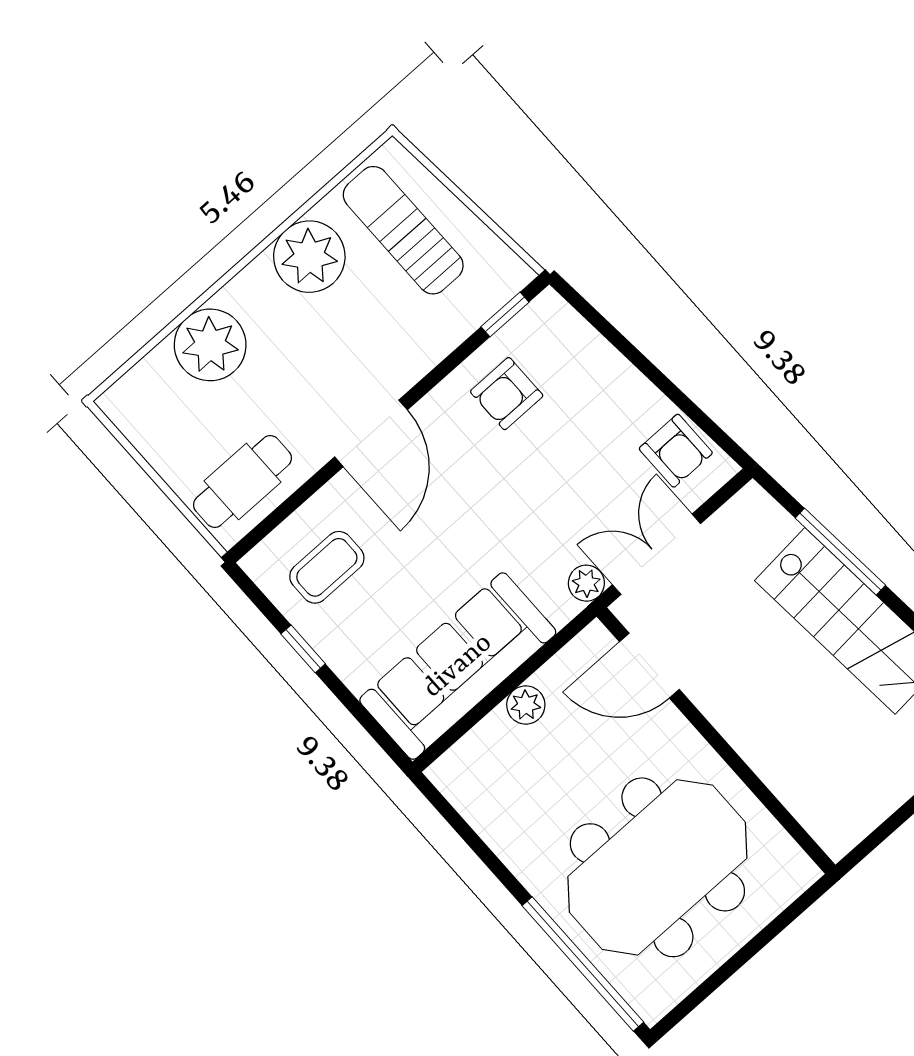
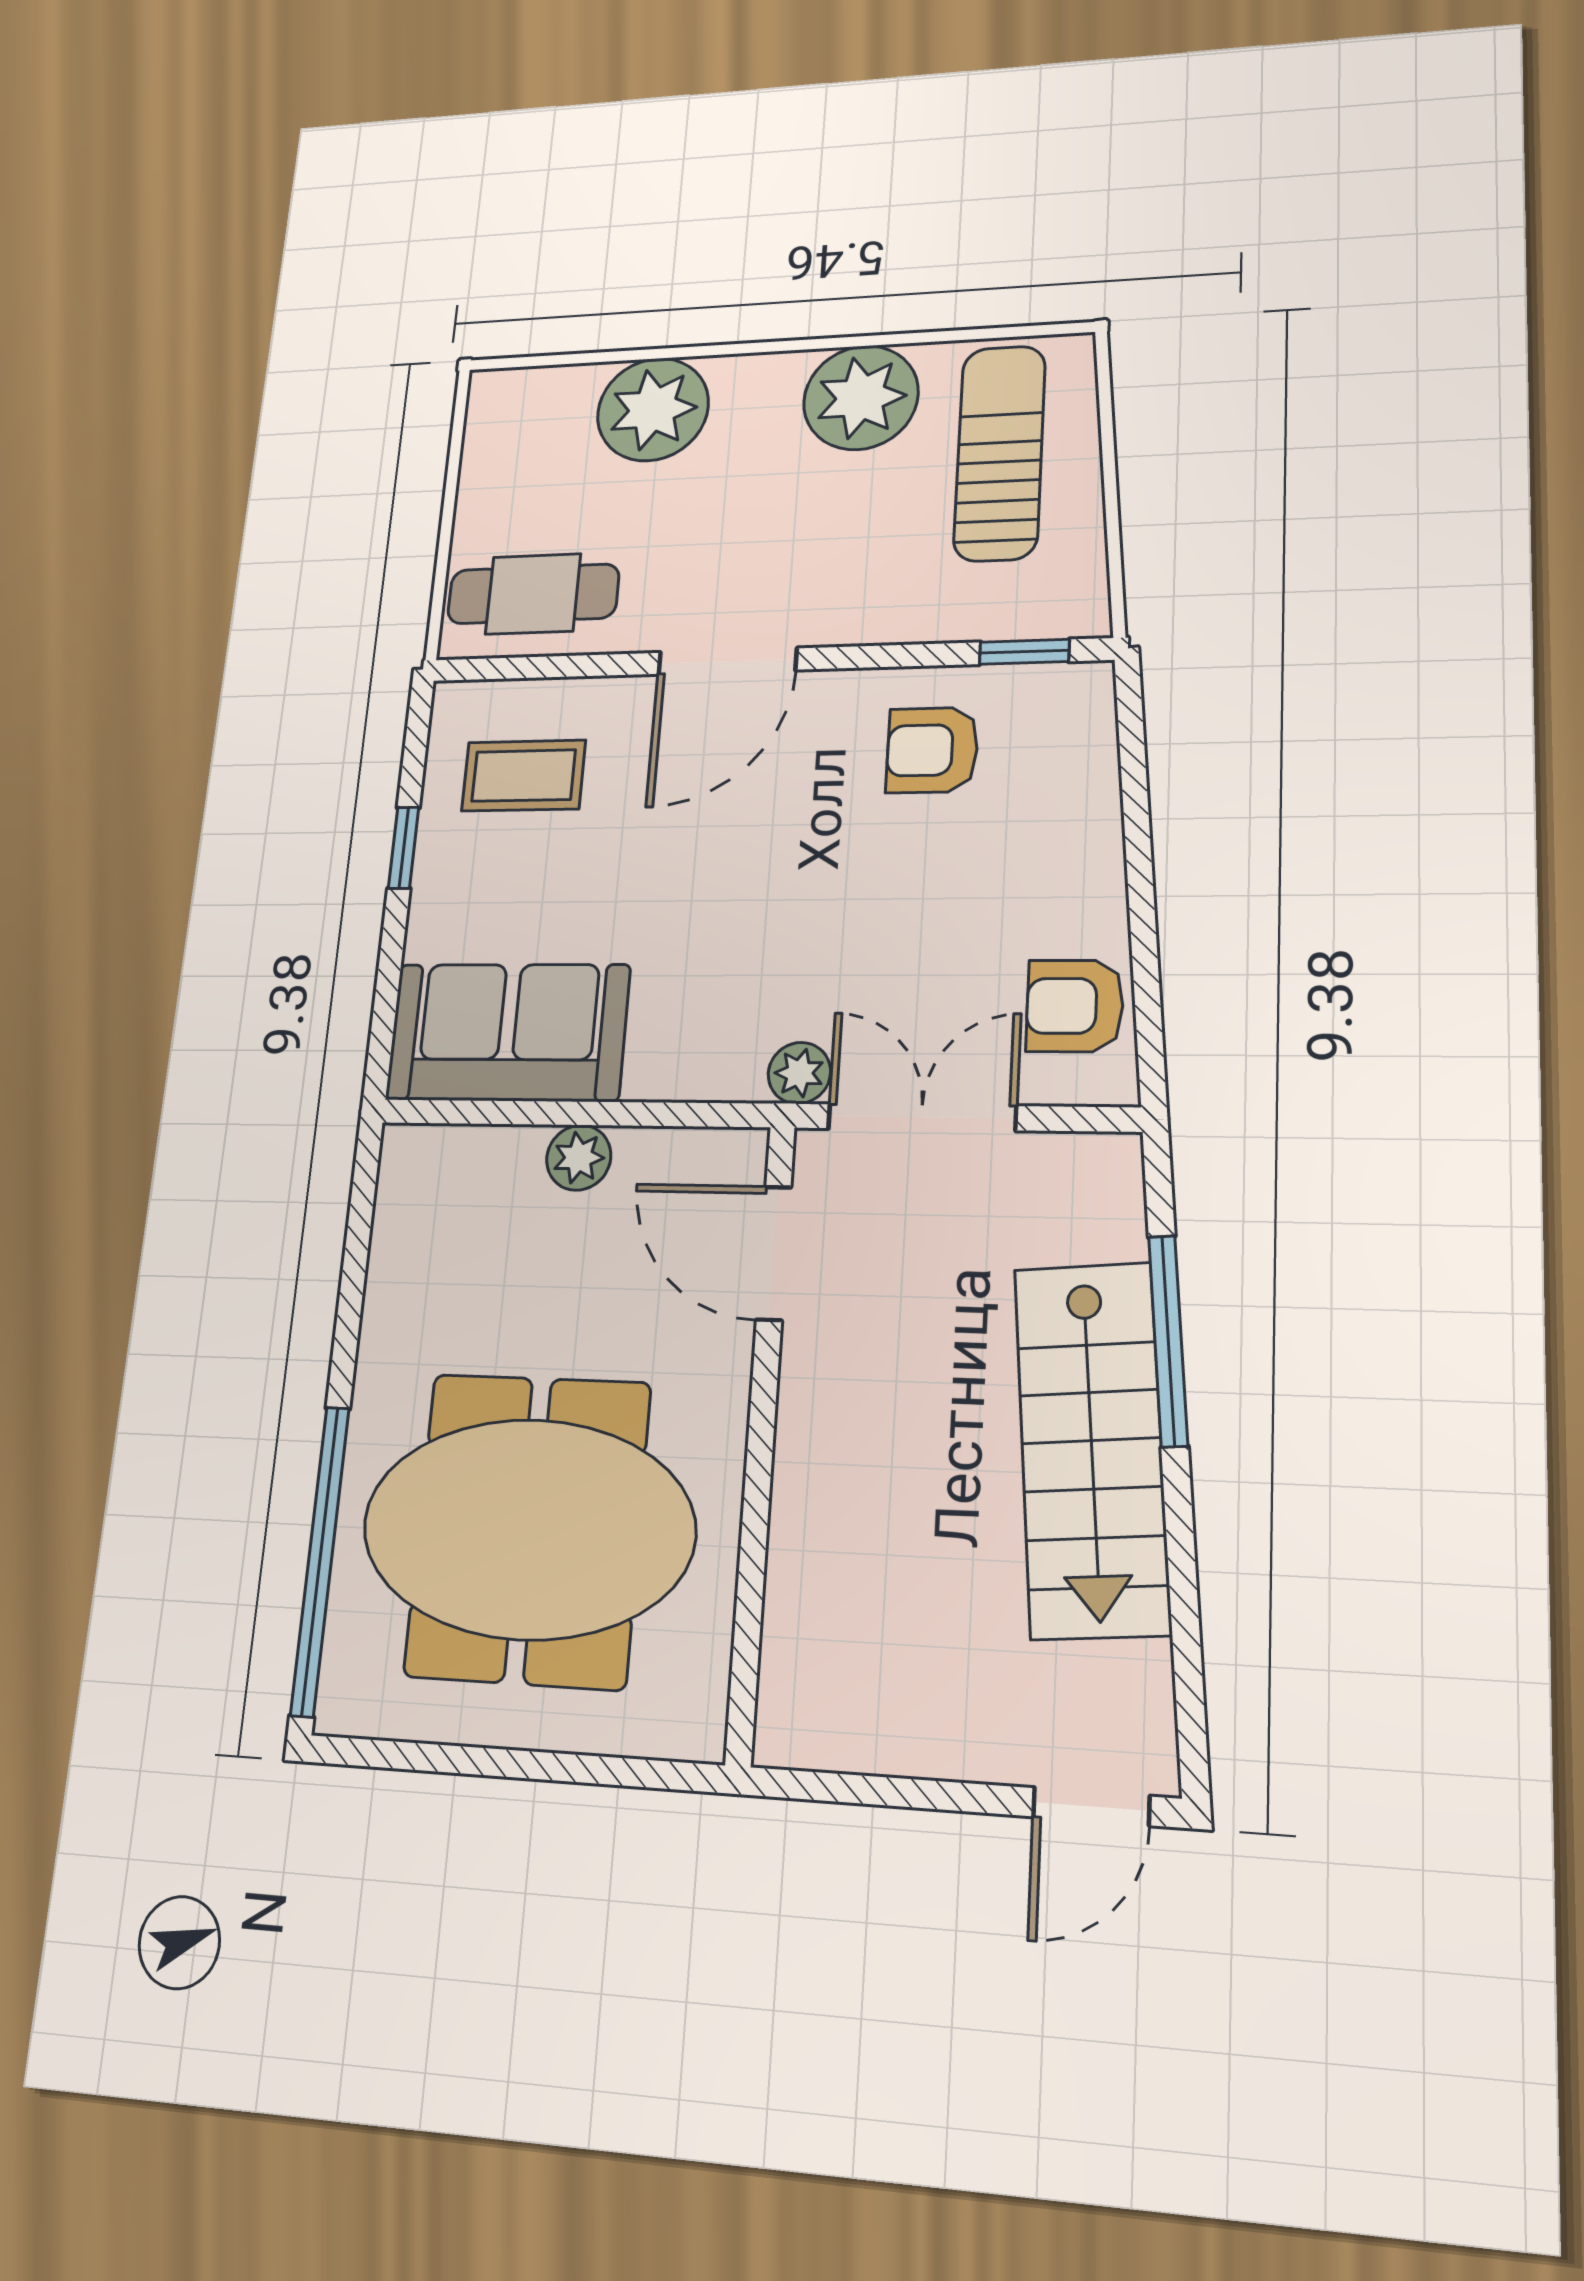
armchair: (676, 451) -> (1075, 1006), turned 90
sofa: (458, 666) -> (507, 1032), width x0.73

